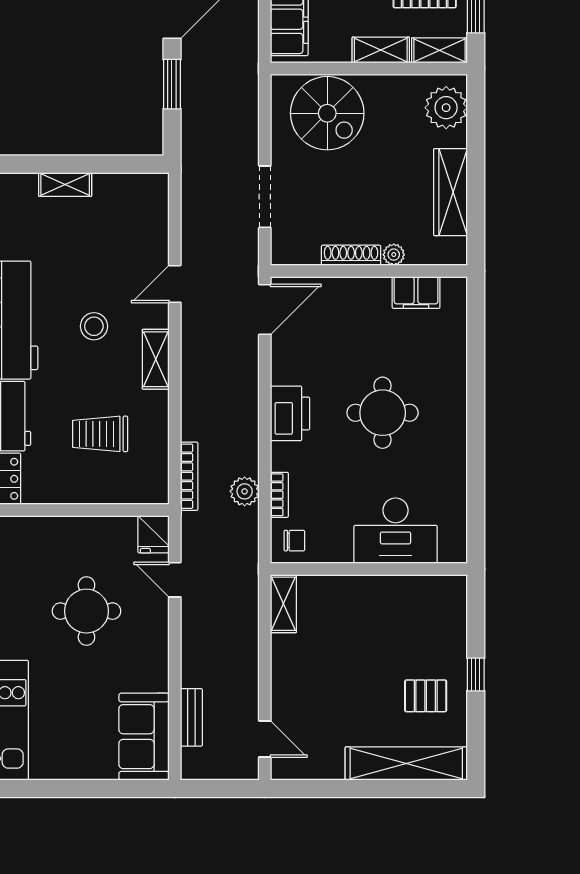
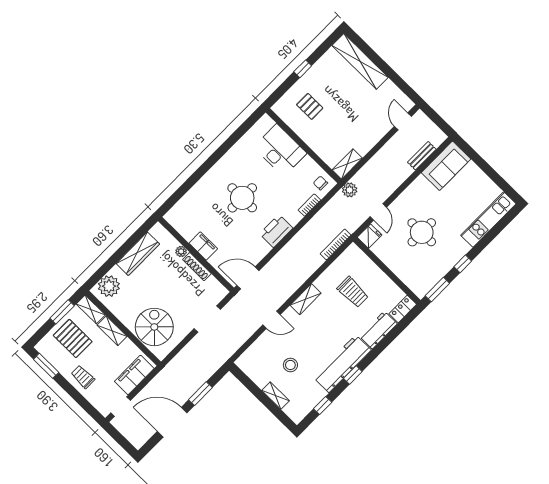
filing cabinet: (416, 293) -> (203, 246), moved
stool: (94, 326) -> (290, 365), moved
plant: (245, 491) -> (350, 190), moved
pallet: (426, 696) -> (310, 106), moved

